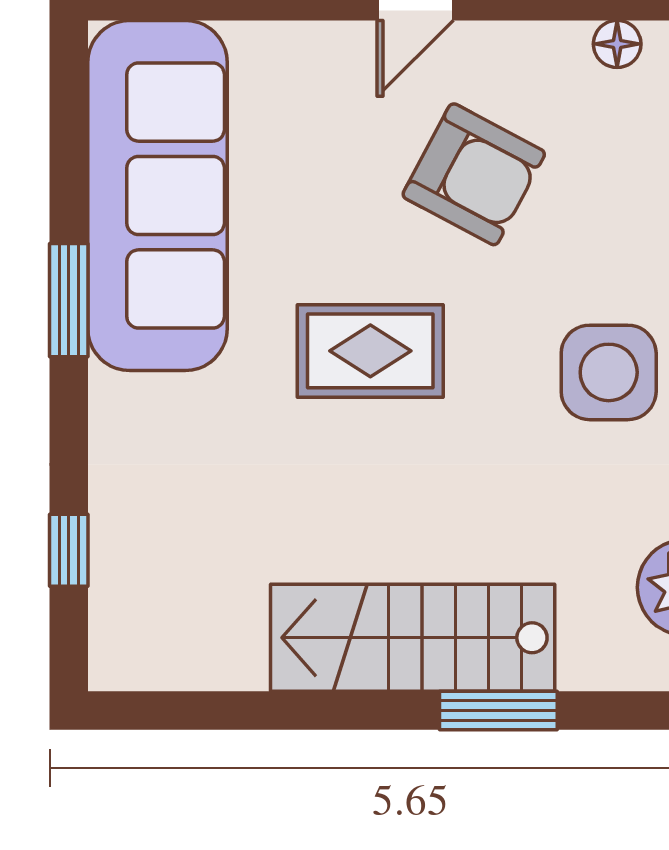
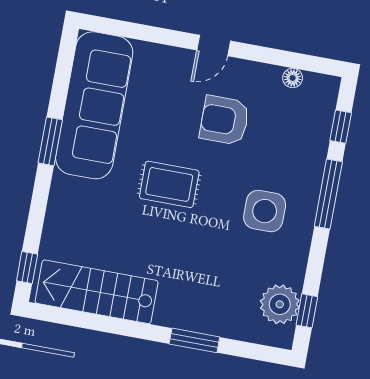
armchair: (474, 174) -> (224, 120), turned 152
window: (69, 550) -> (27, 268), moved
stairs: (413, 638) -> (97, 292), moved

